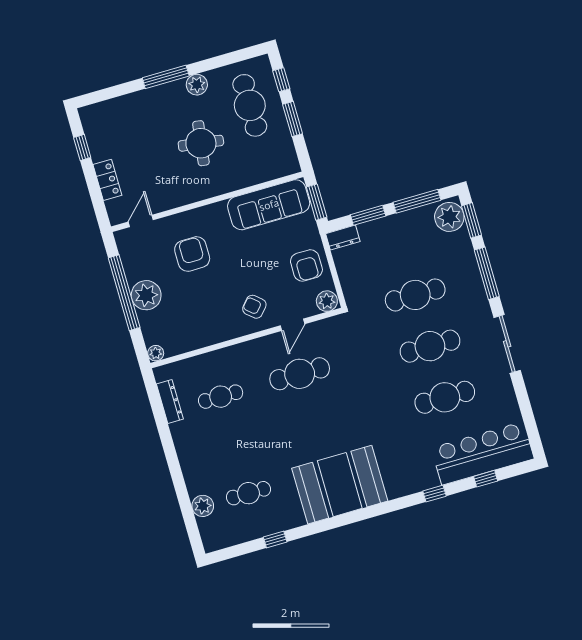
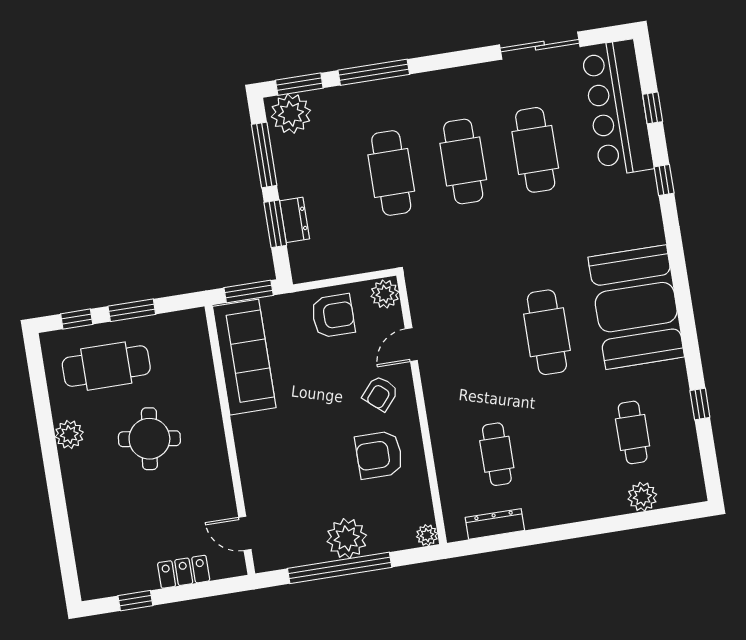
window: (166, 77) -> (53, 476), removed
dresser: (343, 238) -> (295, 220), moved
armchair: (192, 254) -> (379, 455), moved
door: (292, 325) -> (411, 345), swing flipped
sliding door: (507, 344) -> (540, 46), moved
cafe table: (300, 374) -> (547, 332), moved

